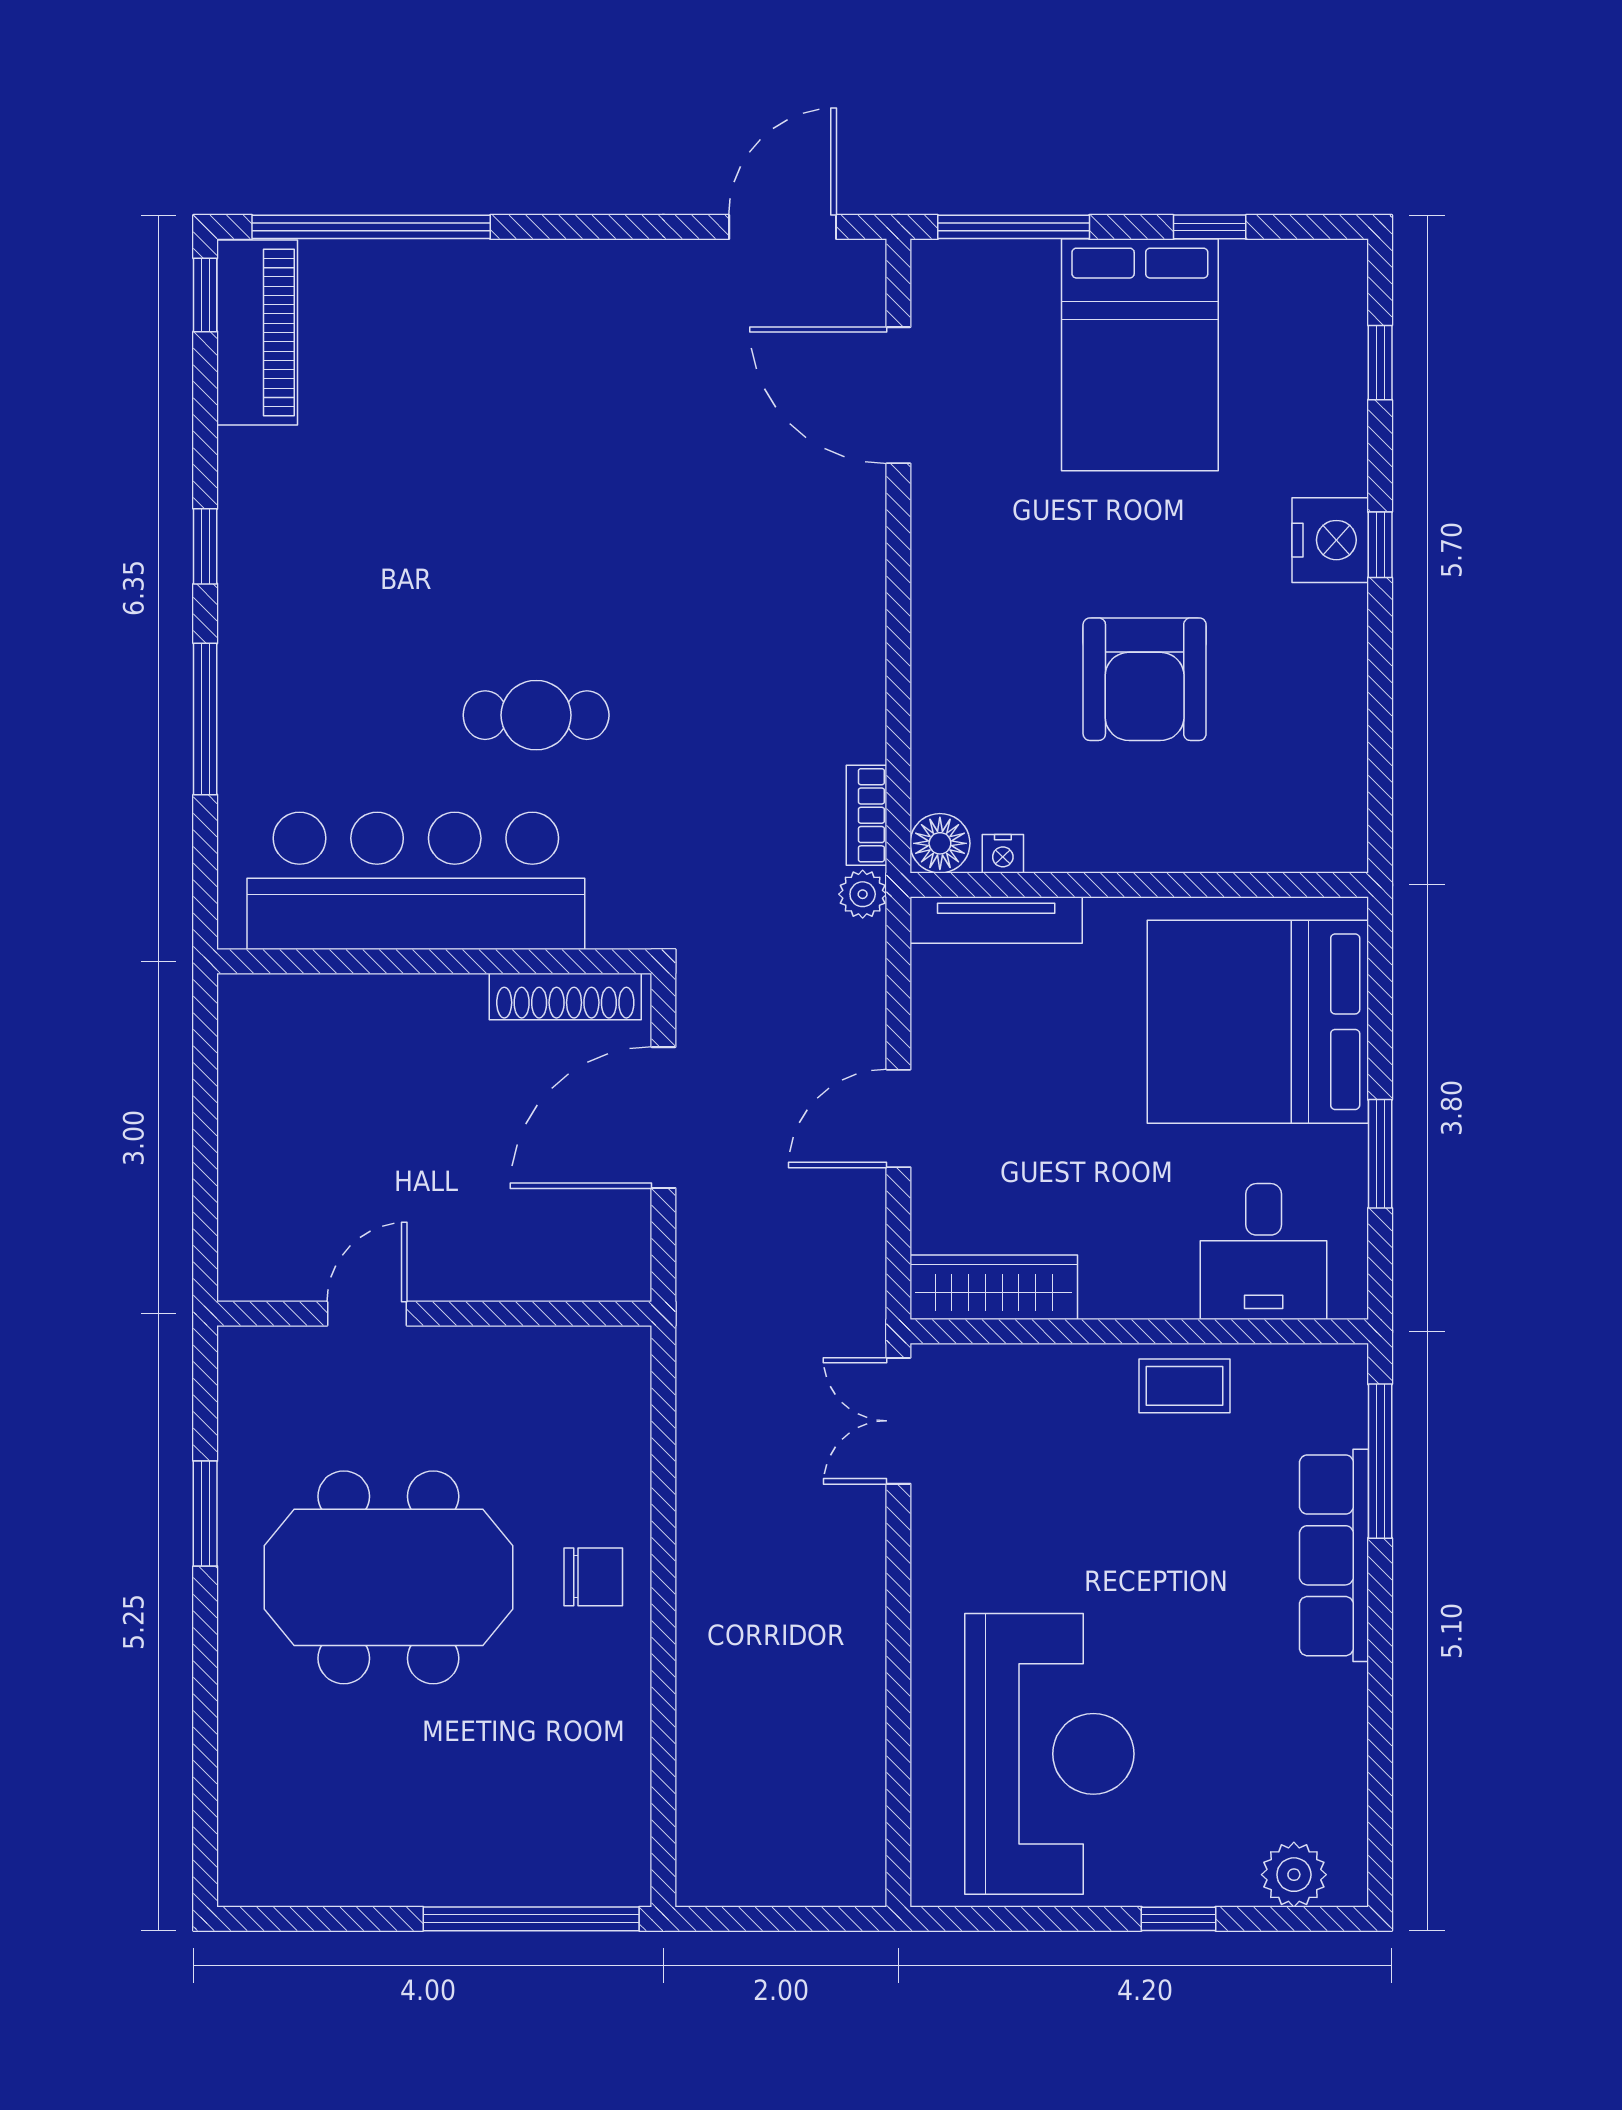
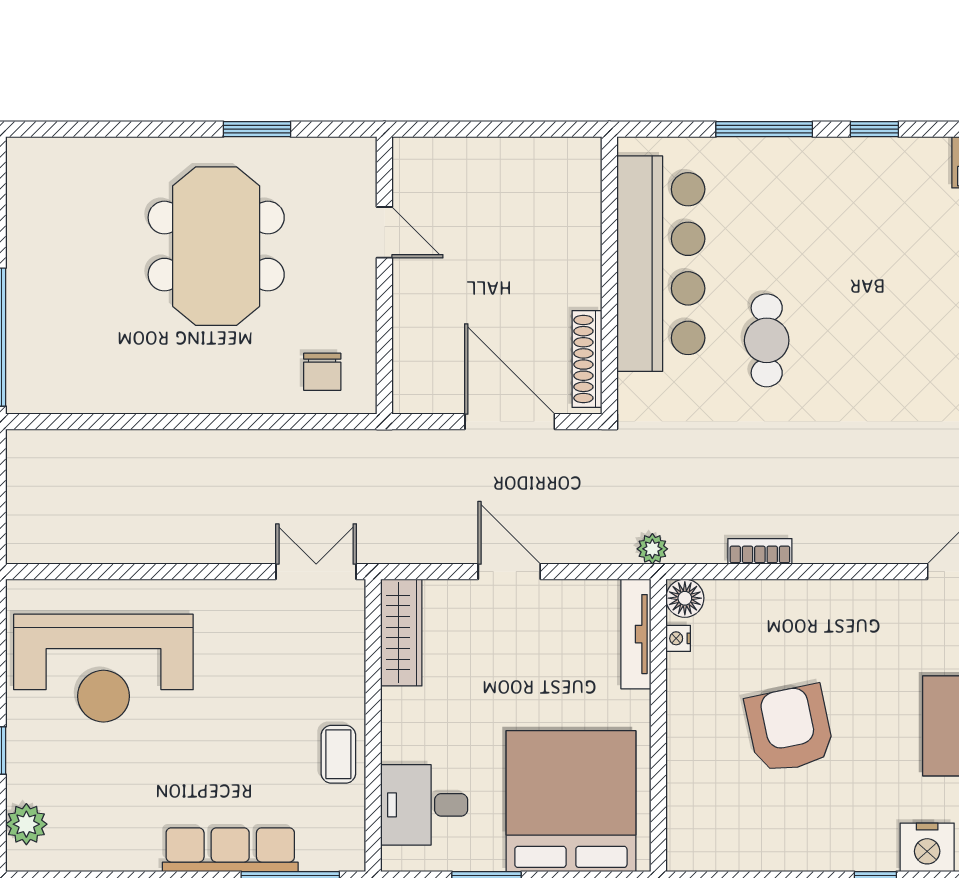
nightstand: (1330, 540) -> (927, 847), moved
armchair: (1145, 679) -> (790, 729), turned 78
bookcase: (867, 815) -> (760, 551), moved
chair: (593, 1577) -> (322, 372), moved

